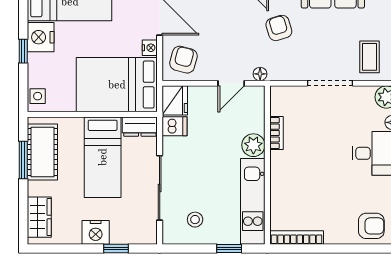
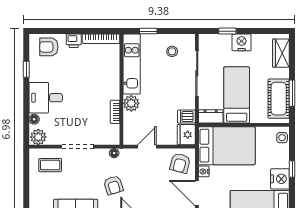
coffee table: (370, 57) -> (50, 165), turned 90
floor lamp: (260, 74) -> (114, 153), moved
printer: (336, 235) -> (74, 41), added

